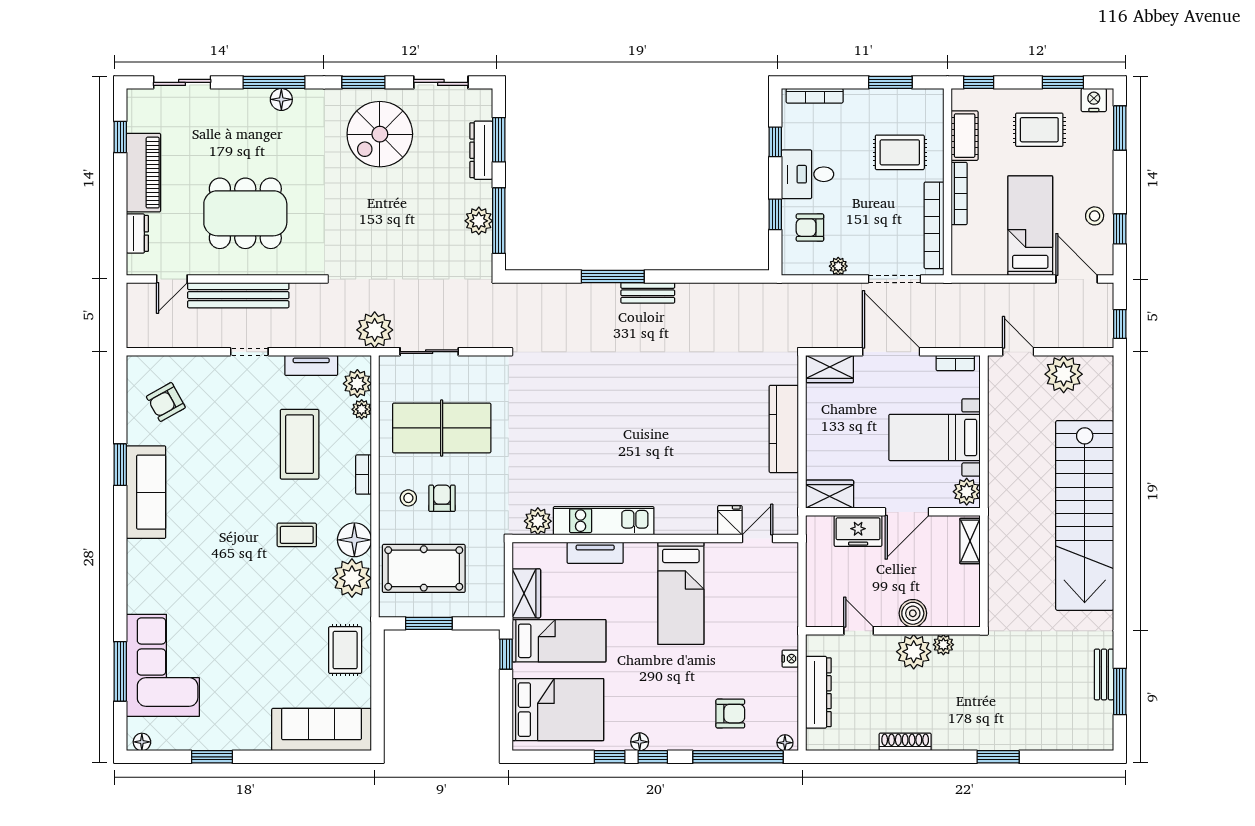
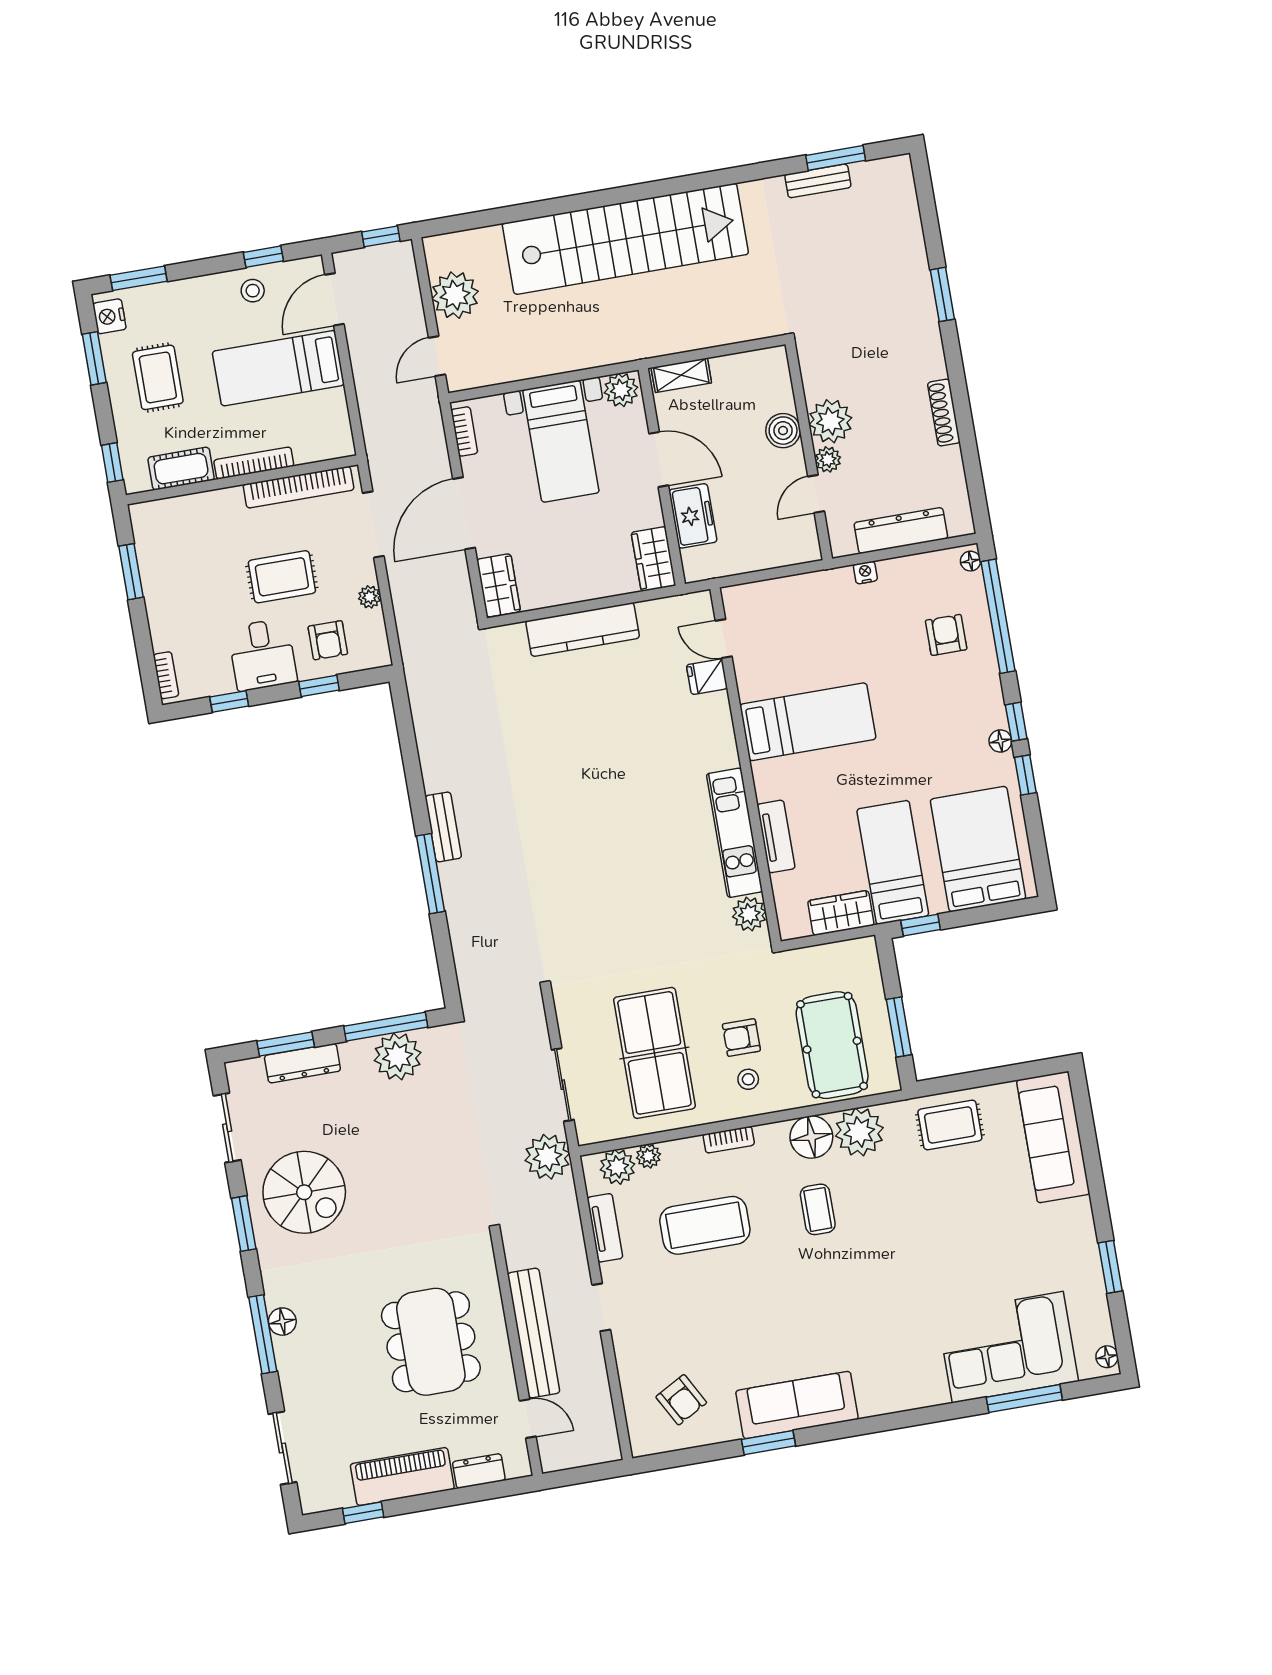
bookcase: (815, 96) -> (166, 675), width x0.64
rug: (900, 152) -> (282, 577), moved, turned 90
plant: (479, 221) -> (398, 1057), width x1.36, depth x1.36
plant: (943, 645) -> (828, 459), moved

